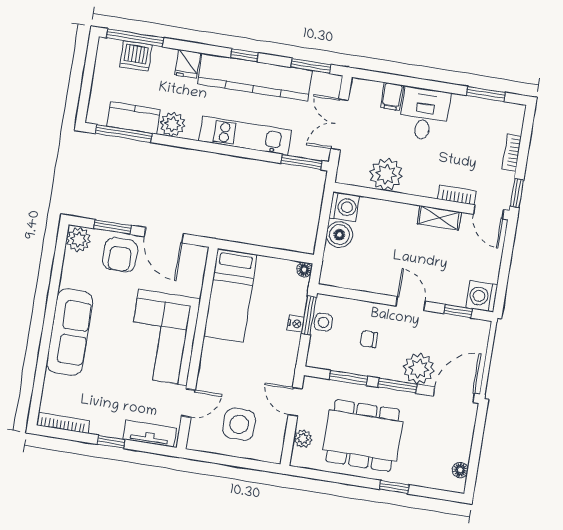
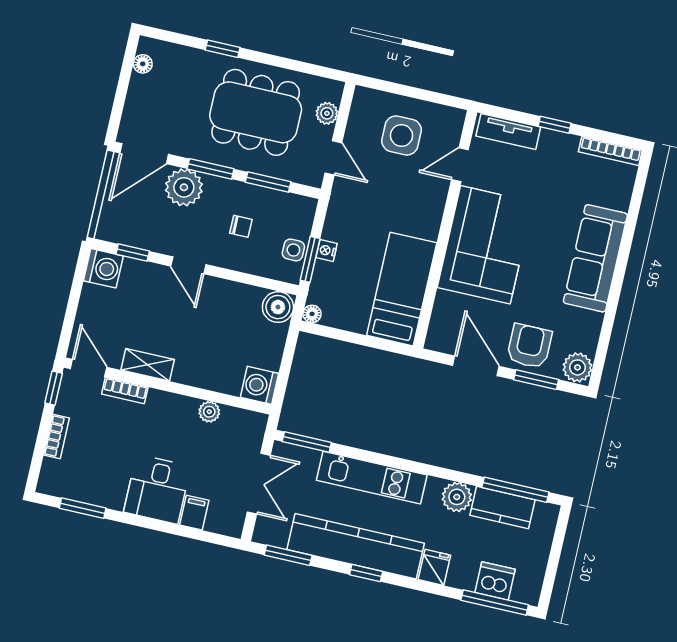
plant: (386, 174) -> (209, 412), width x0.53, depth x0.53
boiler: (339, 235) -> (278, 307), moved

